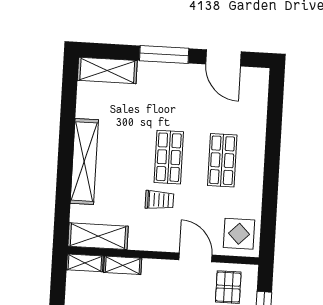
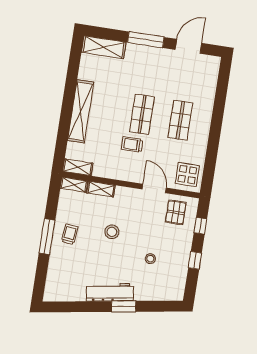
door: (223, 58) -> (188, 46), swing flipped
trolley: (159, 200) -> (132, 144), turned 180
shelving: (98, 236) -> (78, 167), width x0.67, depth x0.75

